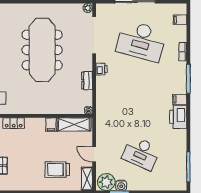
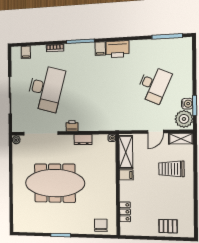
trolley: (57, 170) -> (171, 169), turned 90

